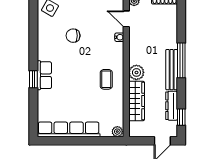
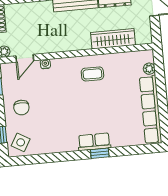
chair: (73, 36) -> (21, 108), moved
plant: (136, 72) -> (82, 42), removed
plant: (117, 132) -> (149, 69), moved

